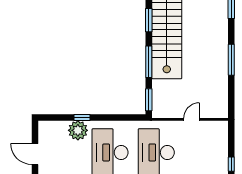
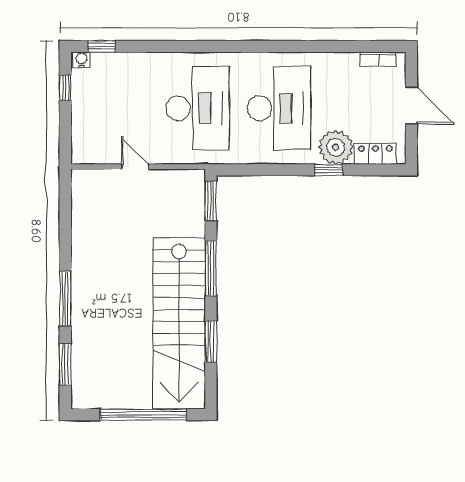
window: (231, 60) -> (65, 299), moved
door: (192, 119) -> (135, 167), swing flipped
locker: (55, 127) -> (375, 154), added

